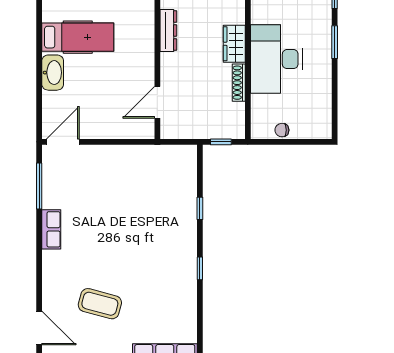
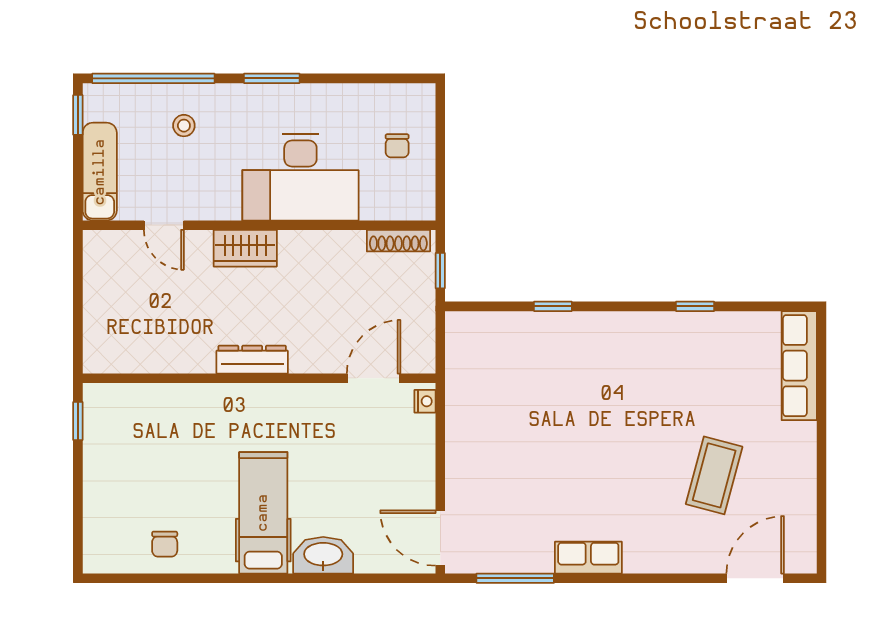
wardrobe: (234, 44) -> (245, 248), moved
shoe rack: (239, 83) -> (398, 241), moved
door: (157, 102) -> (374, 378), swing flipped
chair: (282, 130) -> (397, 146), moved
nightstand: (144, 133) -> (425, 401), added
window: (200, 268) -> (695, 306), moved

